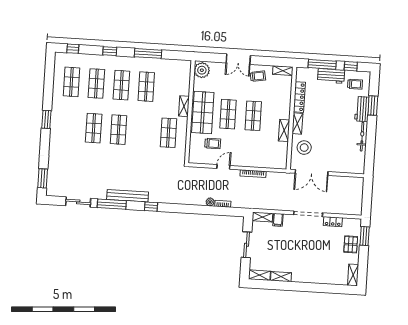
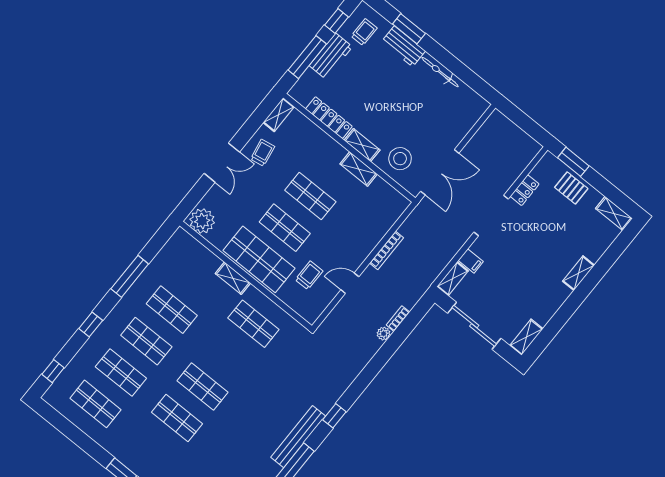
door: (223, 167) -> (350, 283), hinge flipped
sliding door: (246, 245) -> (474, 326), width x1.37
shelving: (281, 277) -> (578, 273), moved

